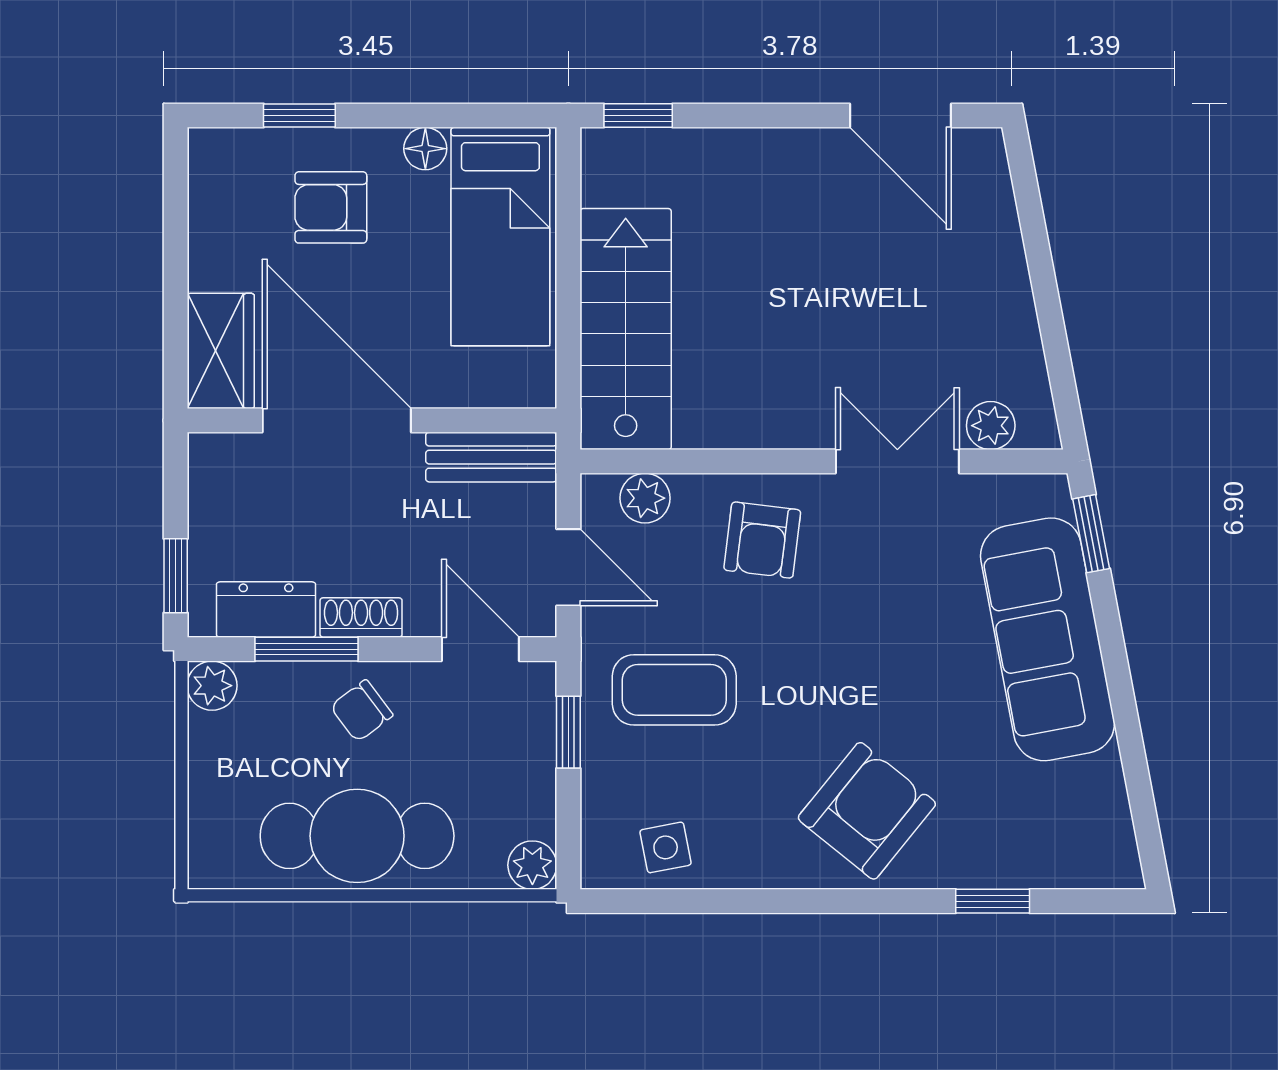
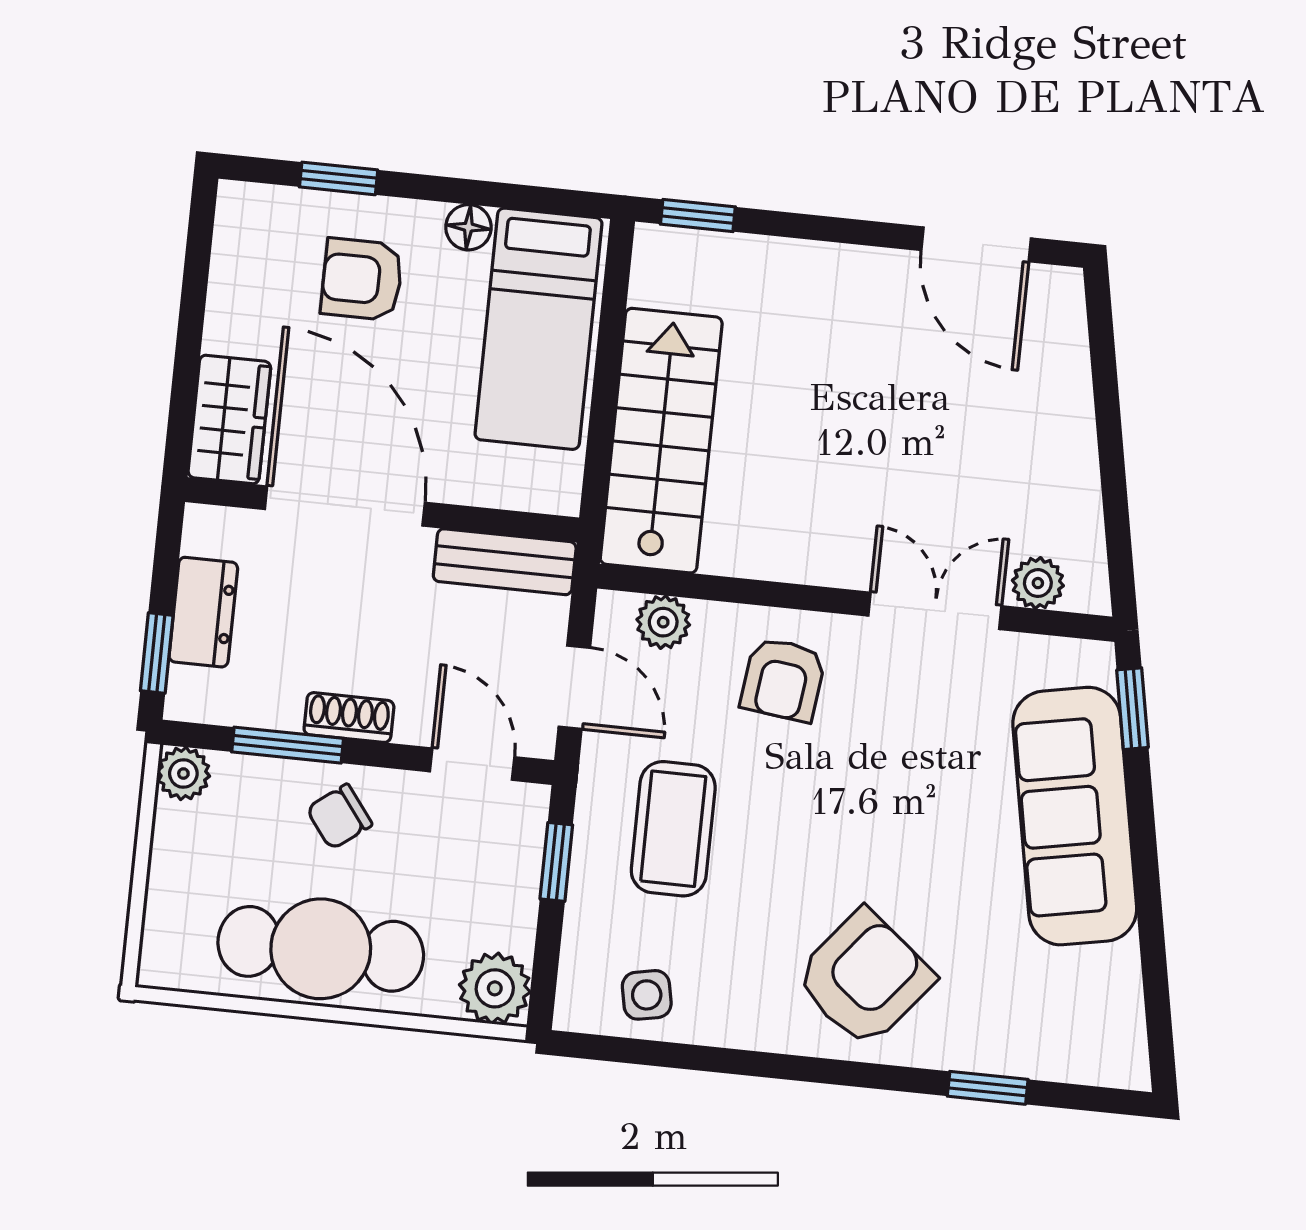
dresser: (266, 610) -> (203, 612), moved, turned 90
coffee table: (674, 690) -> (673, 829), turned 90
plant: (532, 865) -> (495, 988), width x1.38, depth x1.38

